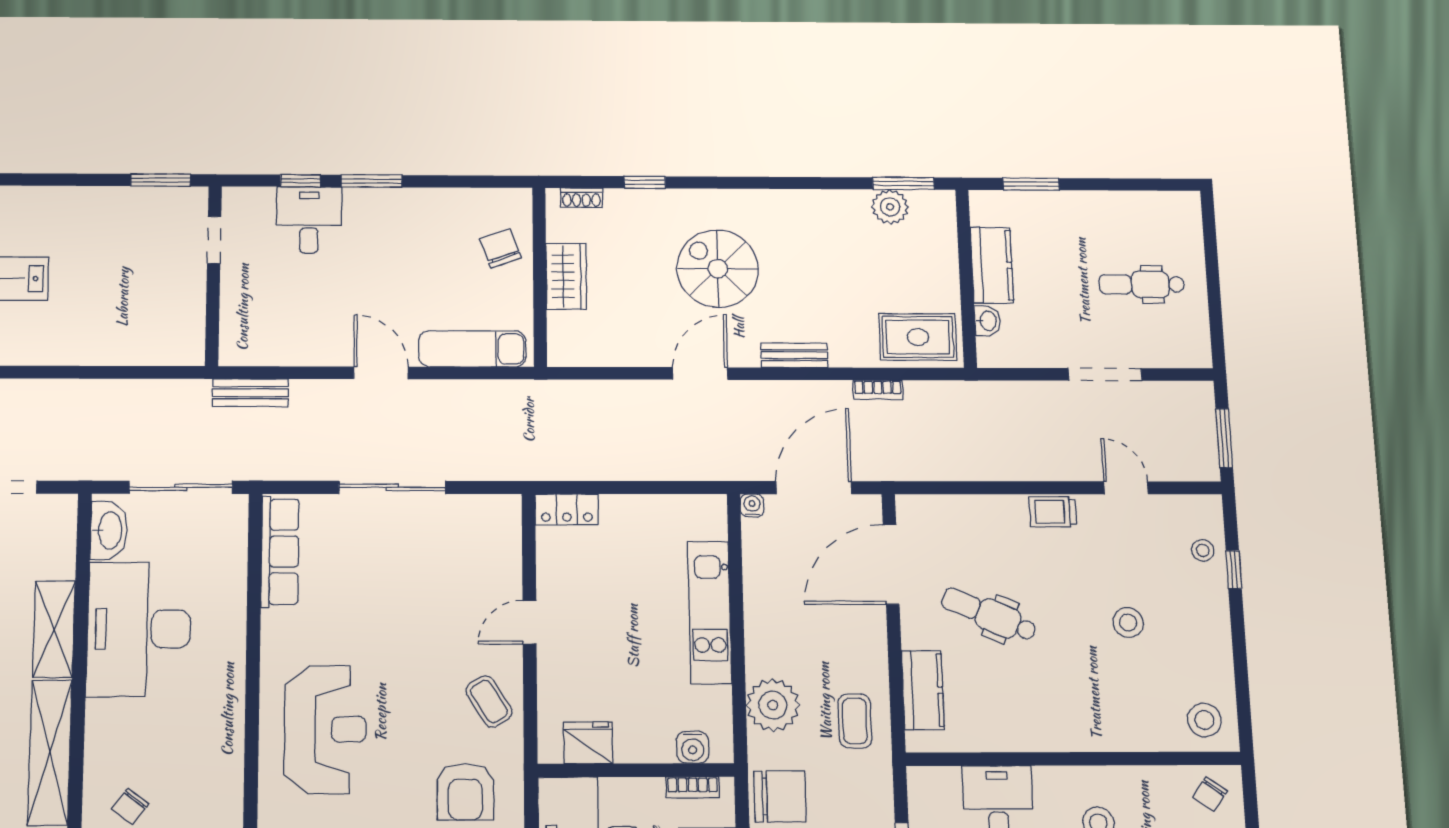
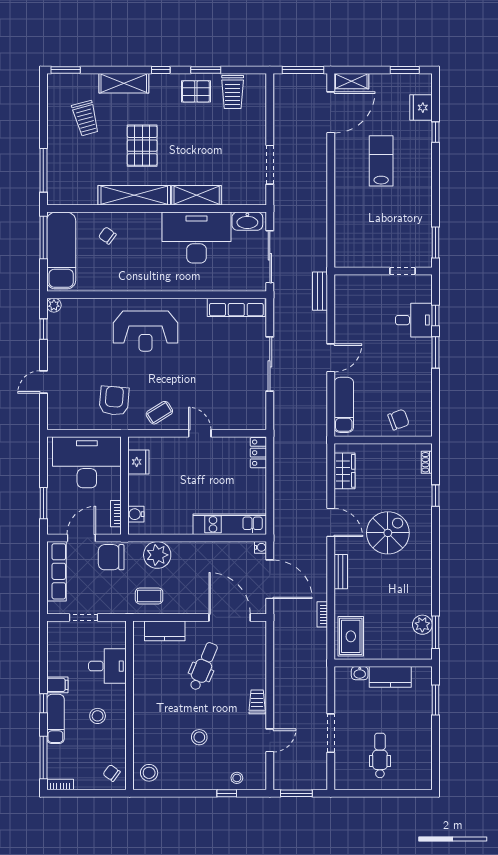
wardrobe: (566, 276) -> (345, 471), moved, turned -90
kitchen unit: (710, 612) -> (230, 524), moved
armchair: (465, 792) -> (114, 401), turned 95
chair: (780, 796) -> (111, 557), turned 90

